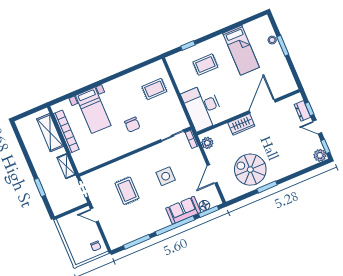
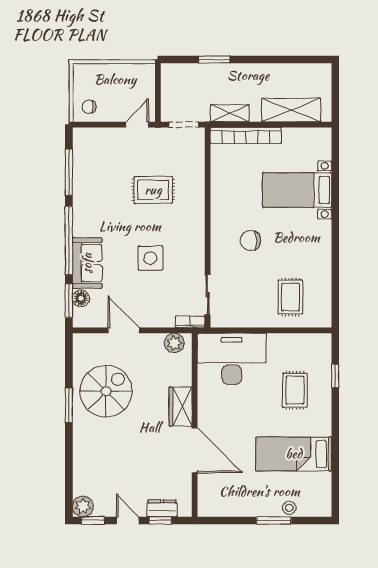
door: (317, 127) -> (128, 520), hinge flipped
bookcase: (66, 132) -> (246, 135), moved

